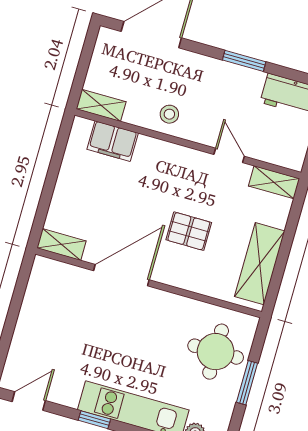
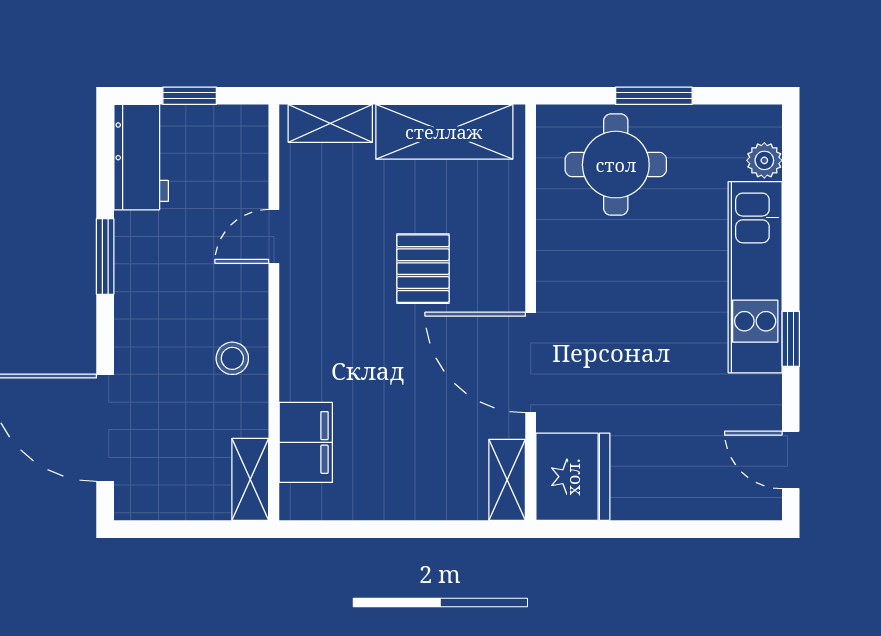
shelving: (274, 182) -> (330, 123), moved, turned 90
fridge: (53, 280) -> (573, 477), added

